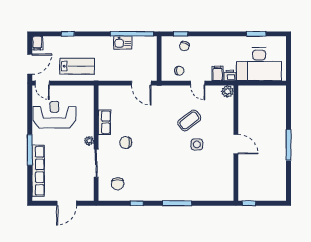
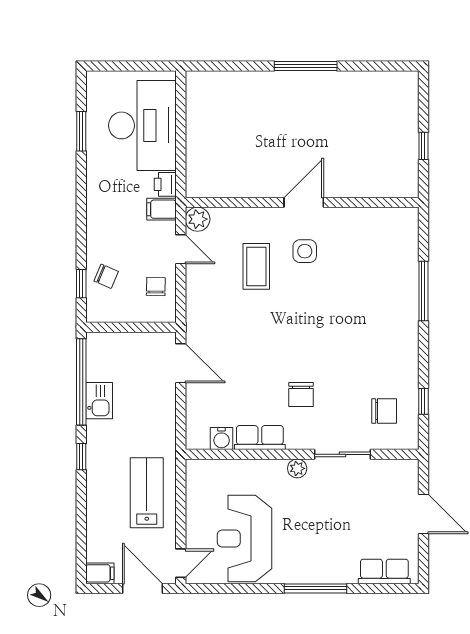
window: (68, 34) -> (81, 457), moved
door: (141, 83) -> (181, 363), hinge flipped
door: (198, 83) -> (181, 249), hinge flipped
plant: (228, 91) -> (198, 219), moved
water cooler: (104, 103) -> (222, 439), added
coffee table: (189, 120) -> (256, 266), turned 37
wall: (236, 143) -> (302, 202), moved
door: (236, 144) -> (304, 202), moved
row of seats: (38, 171) -> (384, 571), width x0.50
window: (137, 203) -> (423, 401), moved

